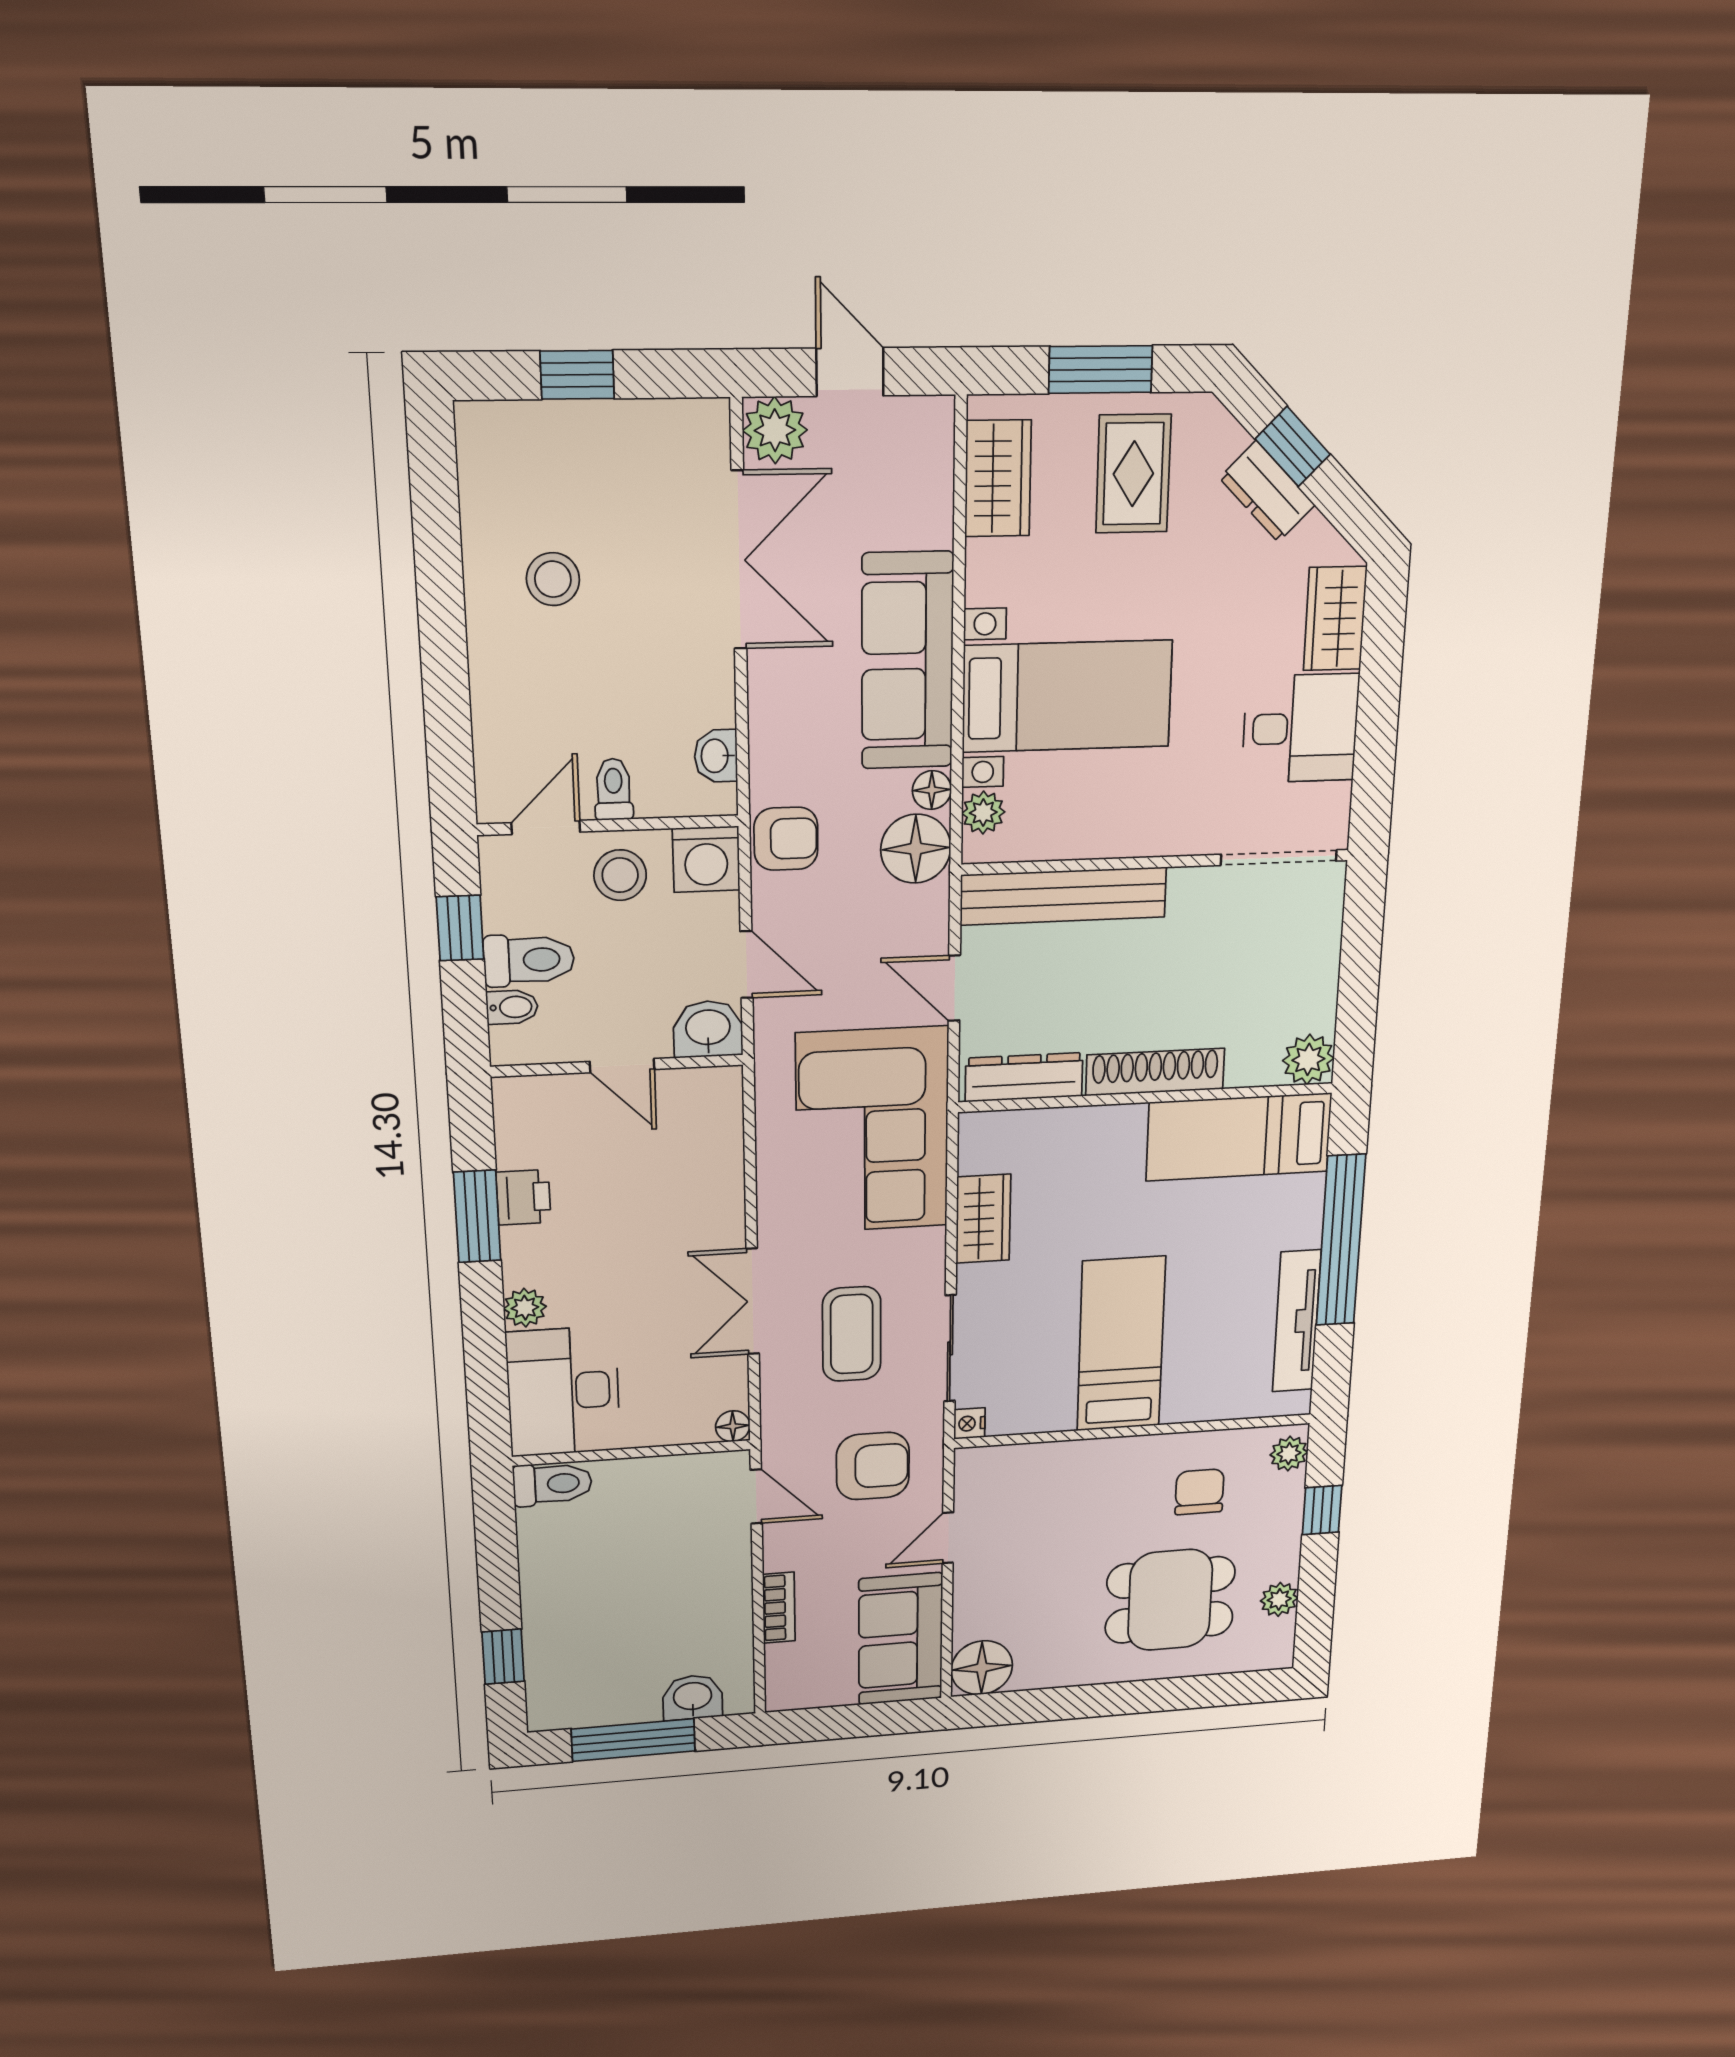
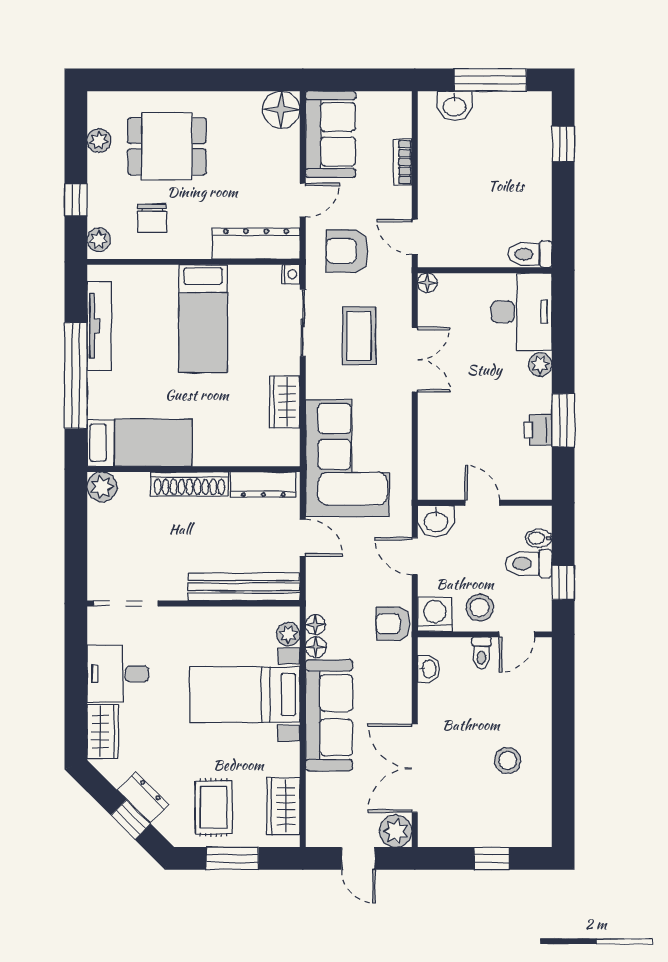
floor lamp: (916, 849) -> (315, 625), width x0.53, depth x0.53
dresser: (1028, 1467) -> (256, 243), added

